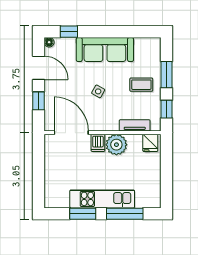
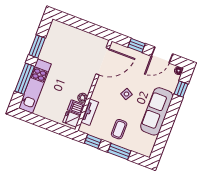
dishwasher: (98, 143) -> (76, 107), moved
plant: (116, 145) -> (83, 98), width x0.53, depth x0.53
kitchen unit: (102, 199) -> (35, 86), moved

